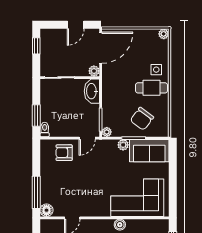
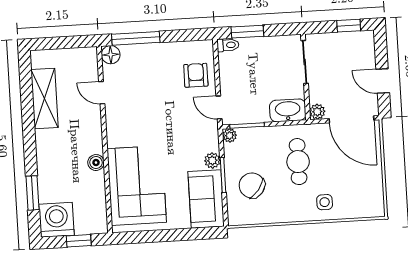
plant: (164, 34) -> (377, 210), removed
cafe table: (152, 88) -> (298, 162), moved

